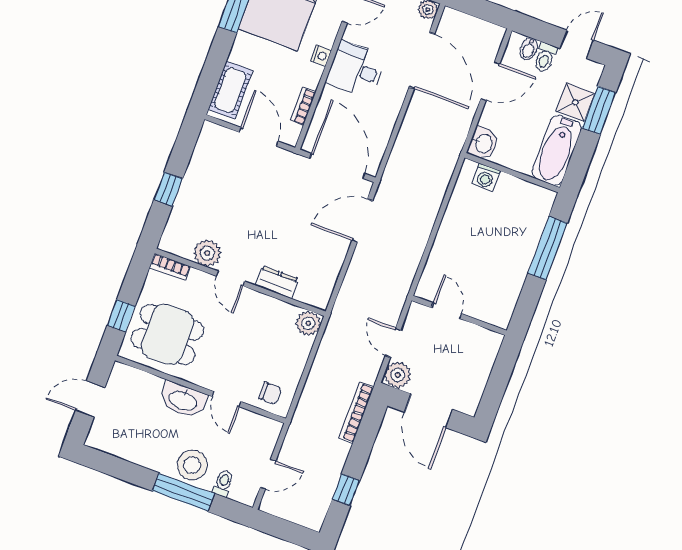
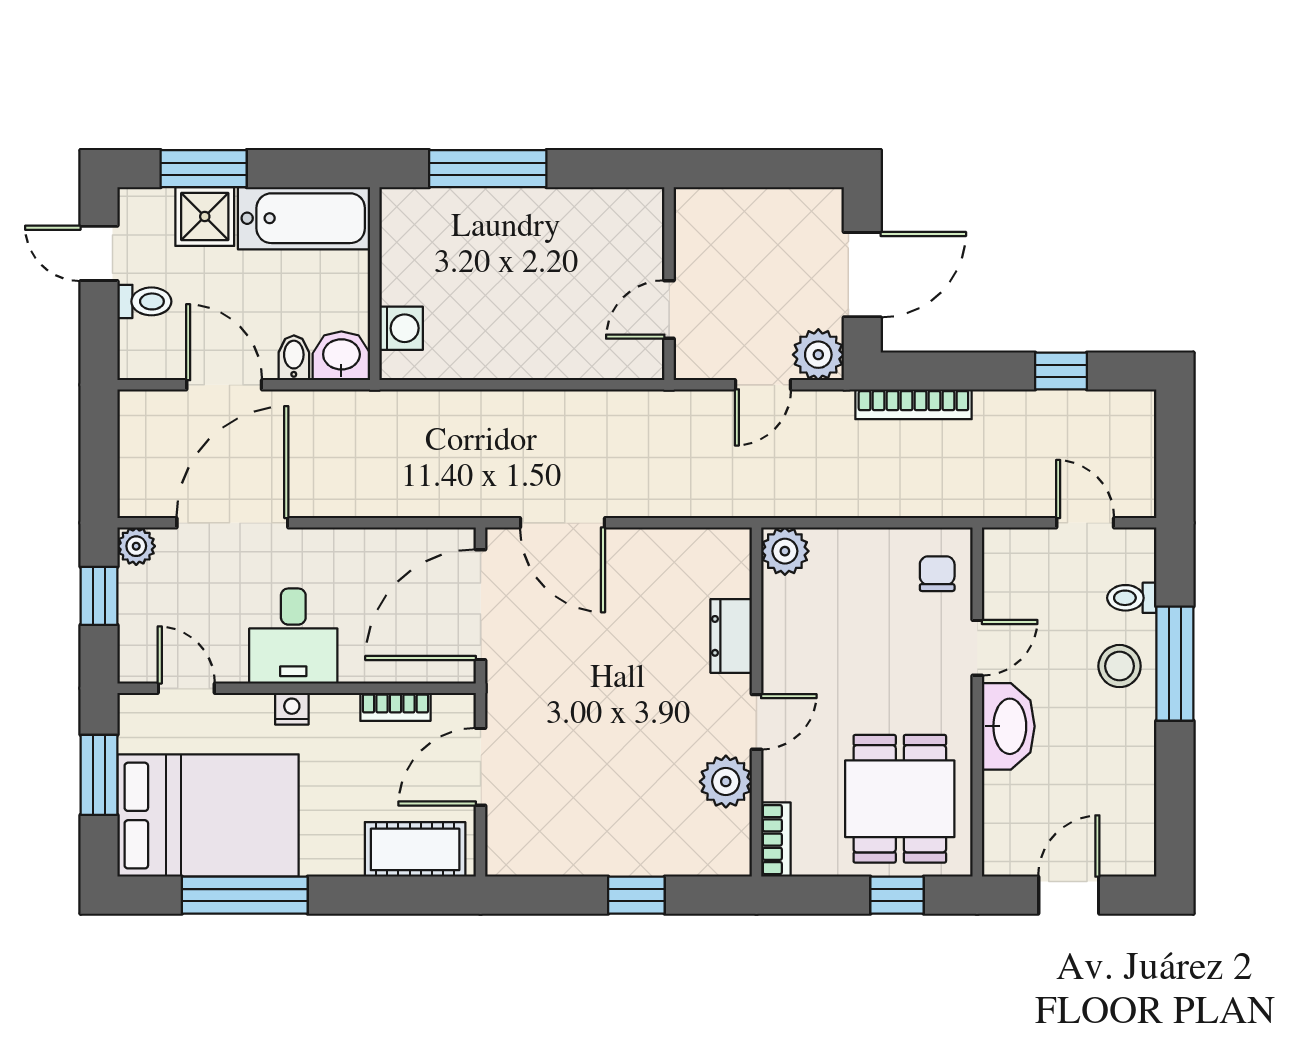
bidet: (529, 49) -> (294, 358), moved, turned -90
door: (90, 399) -> (1069, 895), swing flipped
stool: (192, 465) -> (1120, 666), width x0.73, depth x0.73

